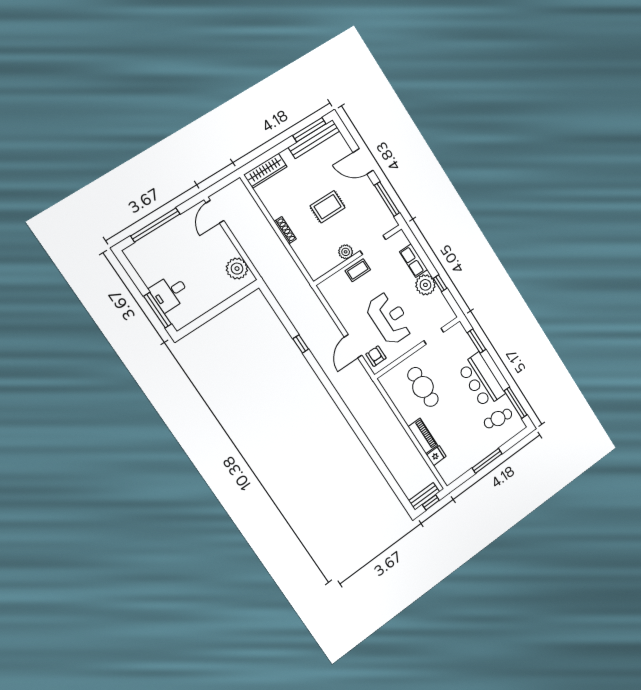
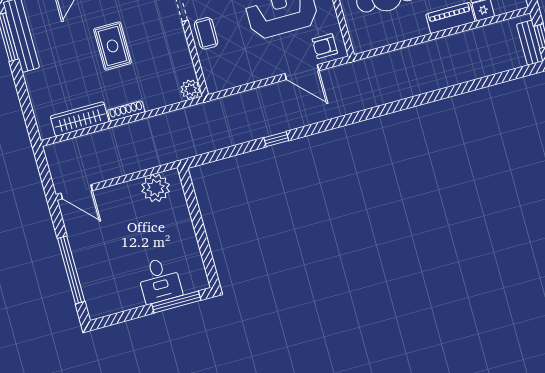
wardrobe: (265, 171) -> (80, 119), moved, turned -90
plant: (346, 252) -> (191, 89), moved

